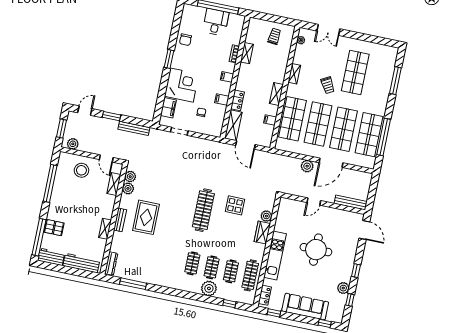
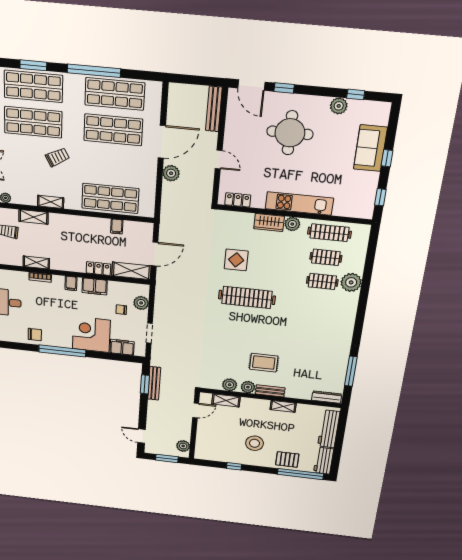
window: (169, 59) -> (62, 351), width x2.11
window: (395, 81) -> (33, 65), width x0.69
shelving: (276, 94) -> (33, 217), moved
filing cabinet: (222, 100) -> (95, 286), width x2.00
window: (111, 116) -> (145, 384), moved
shop shelf: (318, 124) -> (33, 86), moved
plant: (206, 129) -> (141, 303), added
window: (384, 137) -> (94, 71), moved
door: (331, 163) -> (162, 142), hinge flipped
stool: (81, 170) -> (254, 443), moved
plant: (130, 177) -> (248, 387), moved
window: (50, 183) -> (234, 466), width x0.32
plant: (266, 216) -> (292, 224), moved
rug: (146, 217) -> (264, 363), width x0.73, depth x0.70
pallet: (54, 228) -> (287, 459), turned 90
door: (364, 230) -> (251, 85), swing flipped
round table: (316, 250) -> (290, 133), moved
clothes rail: (192, 263) -> (319, 305), removed
window: (356, 271) -> (284, 88), moved
locker: (265, 295) -> (238, 200), moved
window: (229, 304) -> (370, 256), removed
sofa: (305, 307) -> (370, 148), width x0.73
window: (325, 323) -> (387, 158), moved

